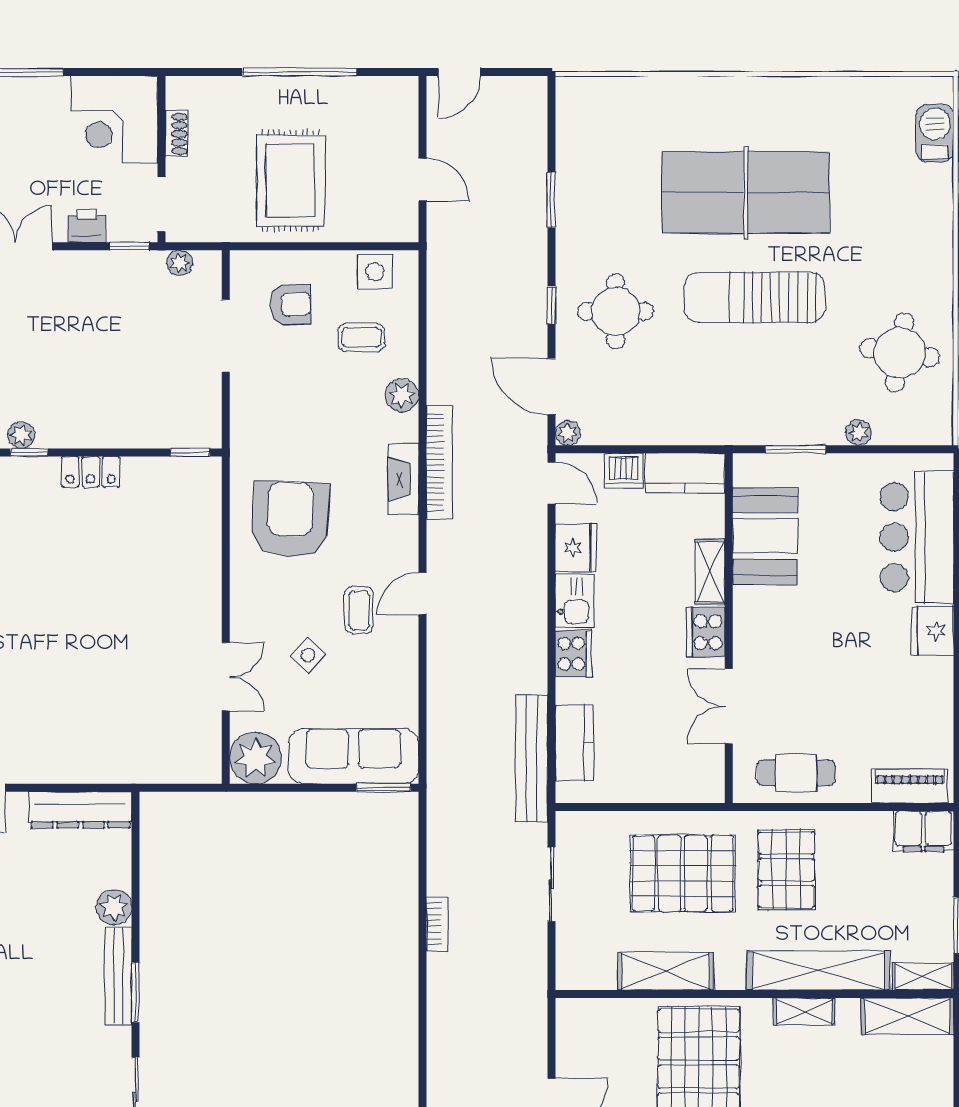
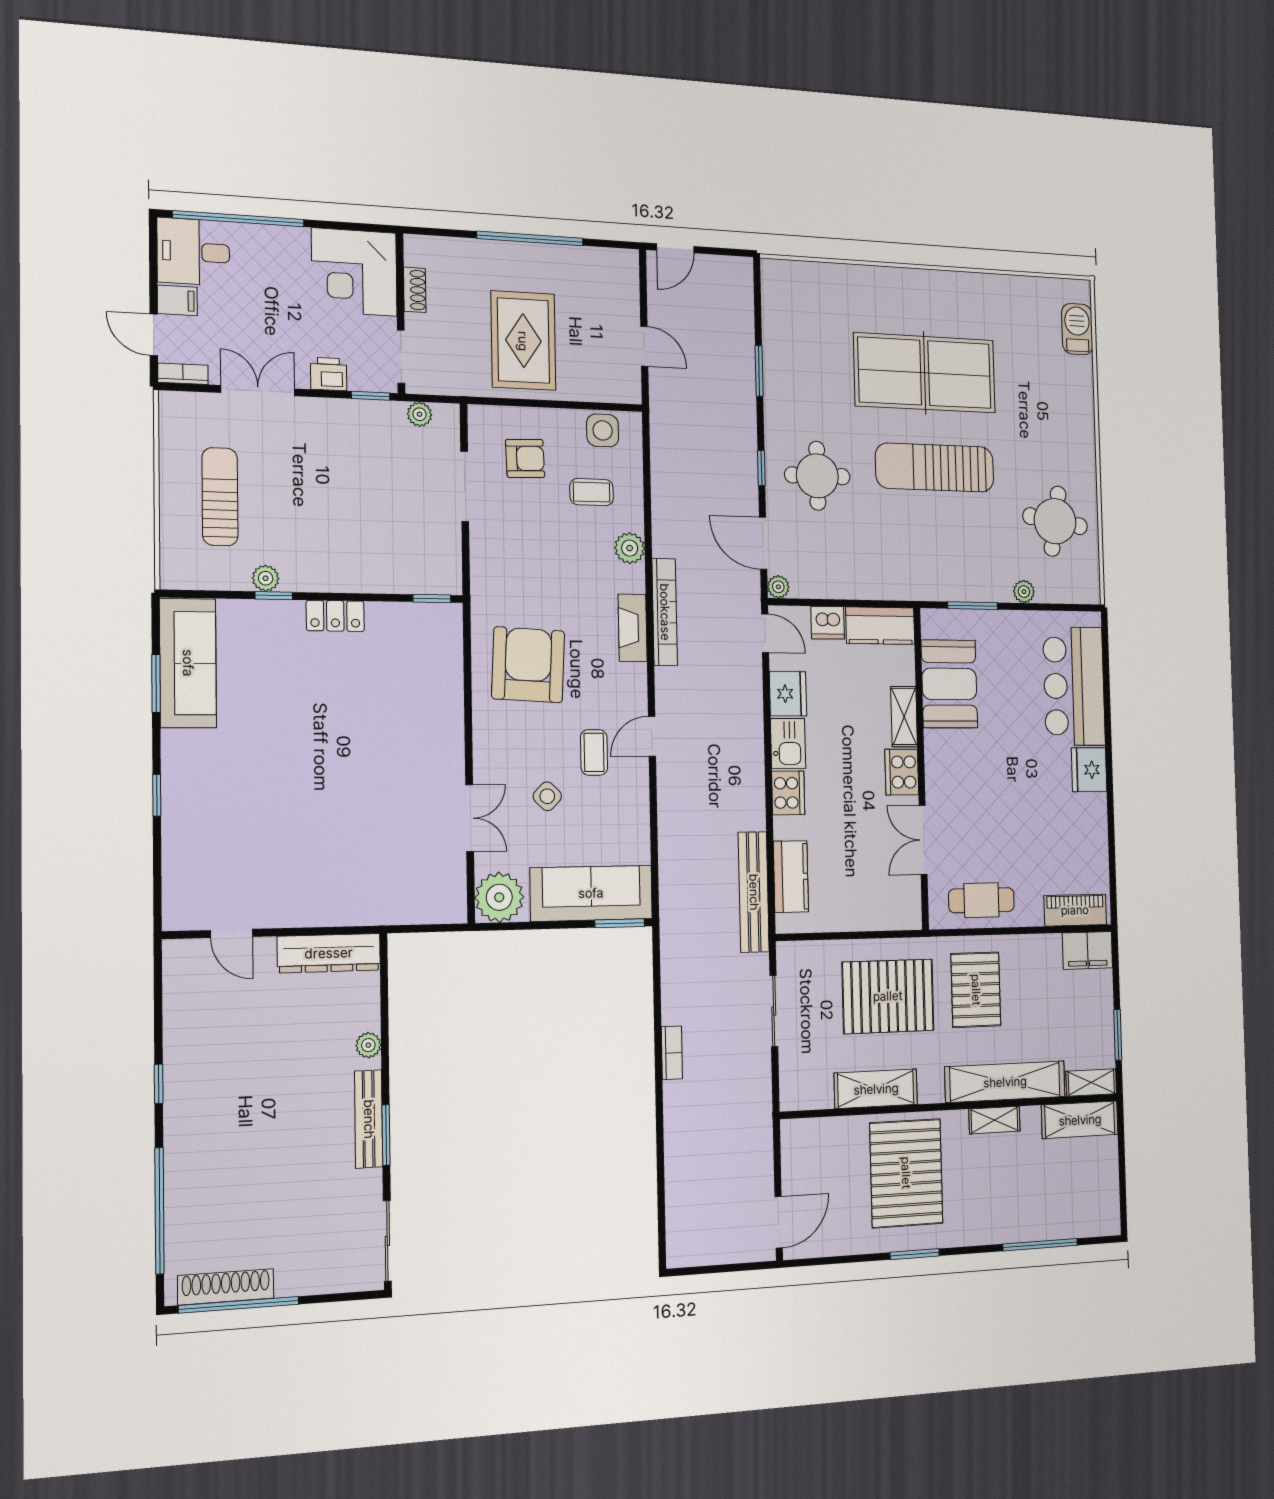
plant: (114, 907) -> (368, 1045), width x0.73, depth x0.73

